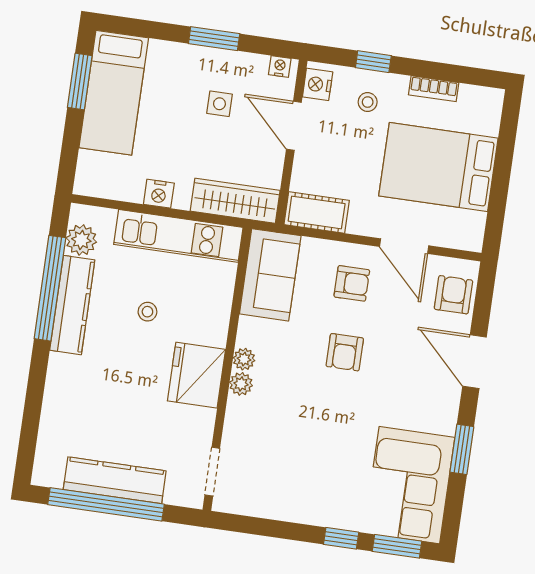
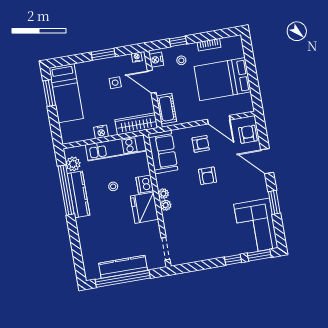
cot: (317, 212) -> (166, 109), moved, turned 90
dishwasher: (212, 328) -> (145, 184), added

